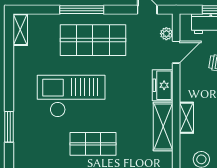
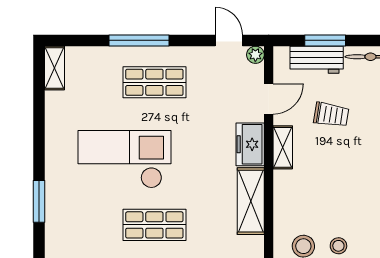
plant: (166, 34) -> (255, 55), moved
shop shelf: (93, 40) -> (154, 82), width x0.70, depth x0.74
shelving: (186, 118) -> (283, 147), moved

